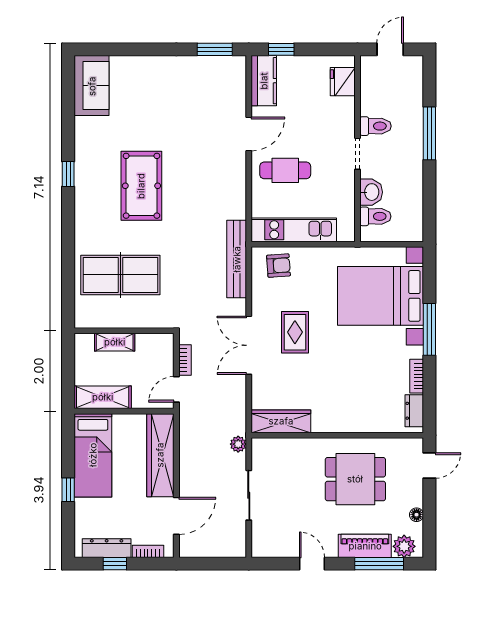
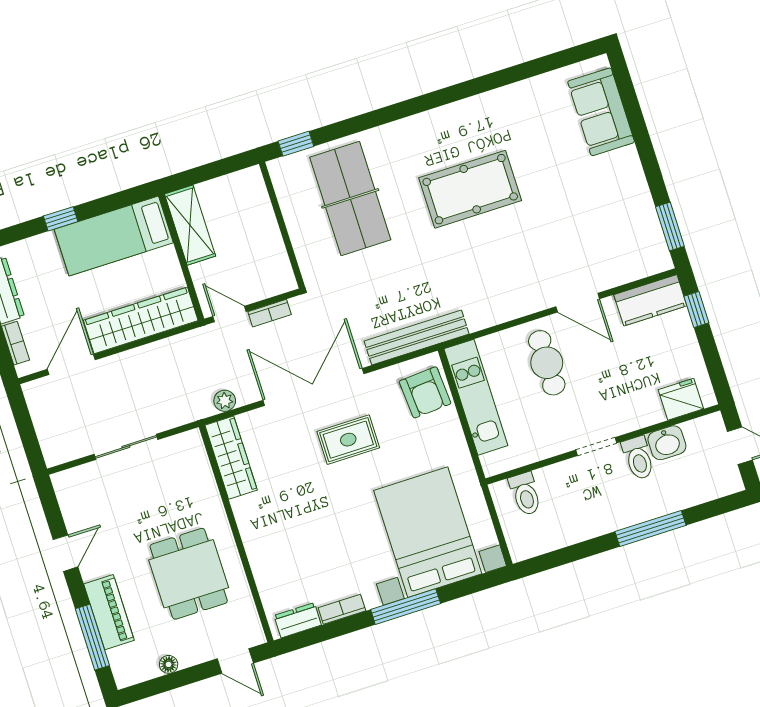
sofa: (92, 86) -> (601, 112), moved, turned 90
window: (68, 174) -> (296, 144), moved
washbasin: (371, 192) -> (667, 443), moved
armchair: (279, 266) -> (425, 392), width x1.38, depth x1.38
shelving: (115, 342) -> (264, 218), removed
double door: (249, 345) -> (313, 387), width x1.36
plant: (238, 444) -> (225, 401), moved
door: (176, 516) -> (71, 365), swing flipped
plant: (404, 546) -> (124, 662), removed

